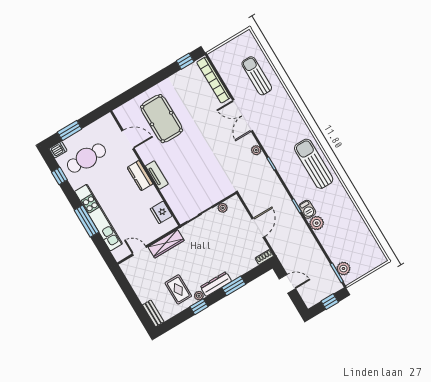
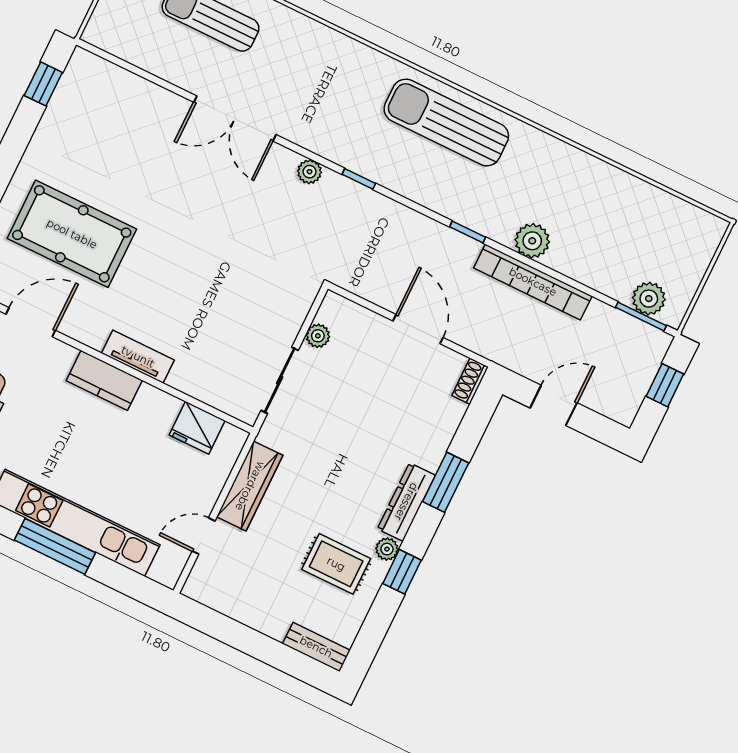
bookcase: (214, 80) -> (533, 282), moved
barbecue: (307, 209) -> (494, 225), removed

